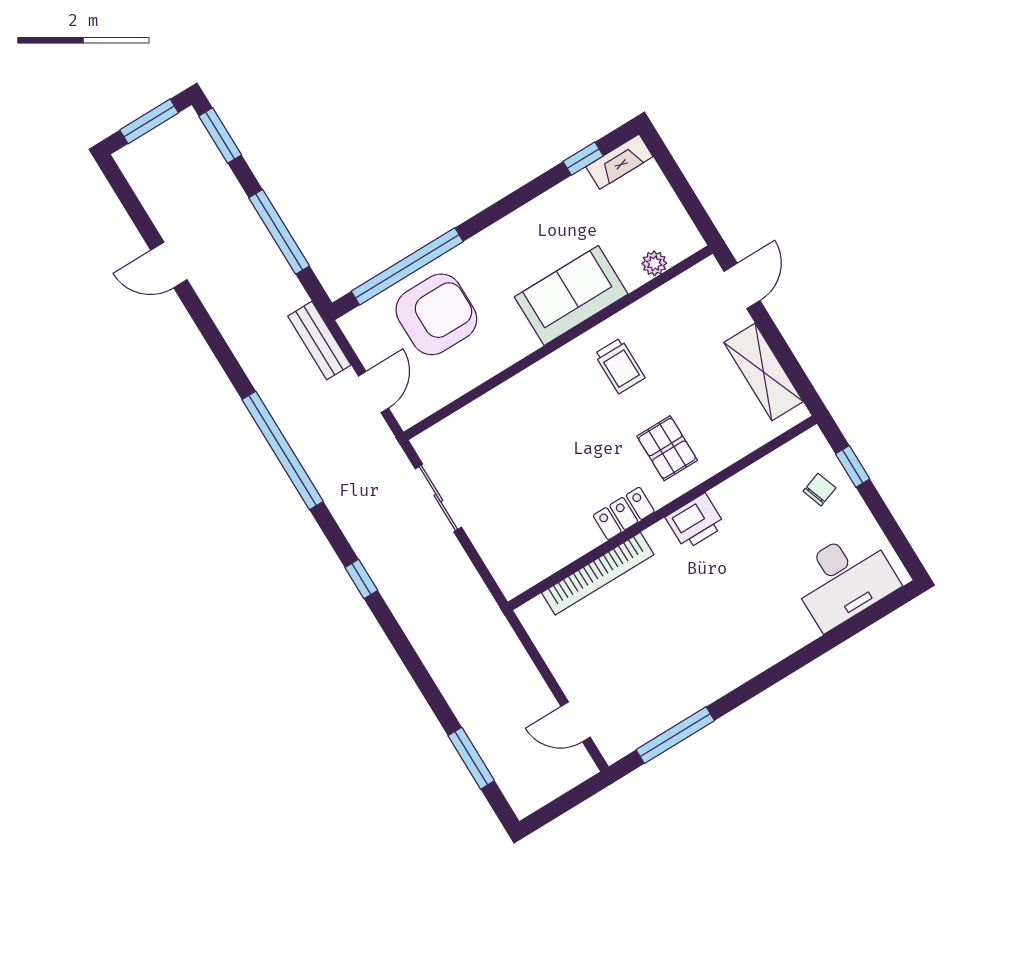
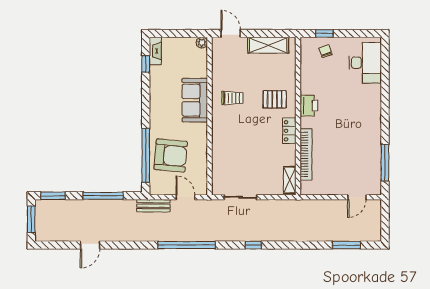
plant: (654, 263) -> (202, 43), moved
armchair: (436, 314) -> (171, 155), turned 95
shelving: (529, 572) -> (290, 180), added

